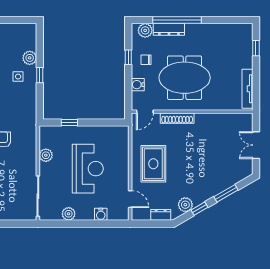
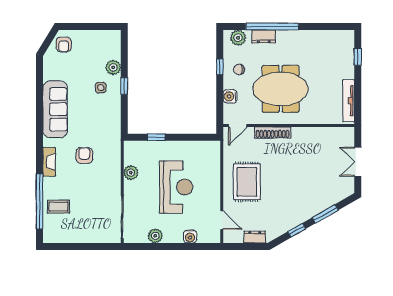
dresser: (169, 29) -> (264, 37), width x0.70
plant: (185, 205) -> (281, 226), removed

